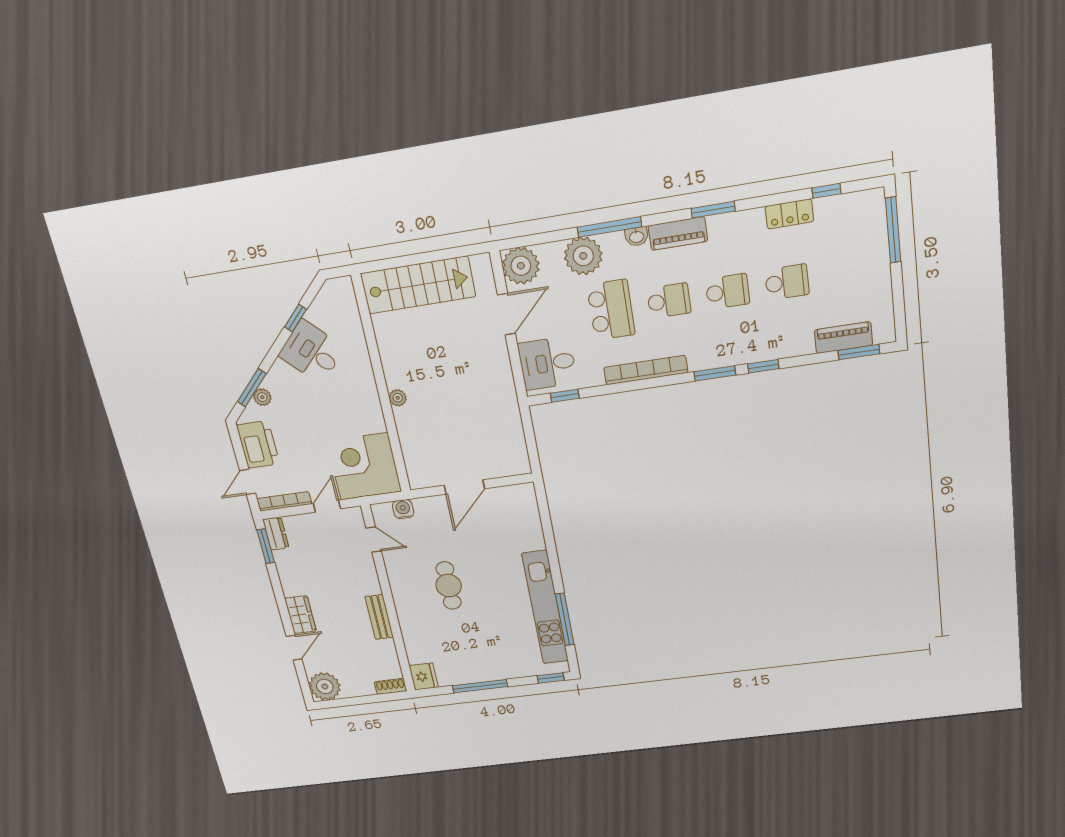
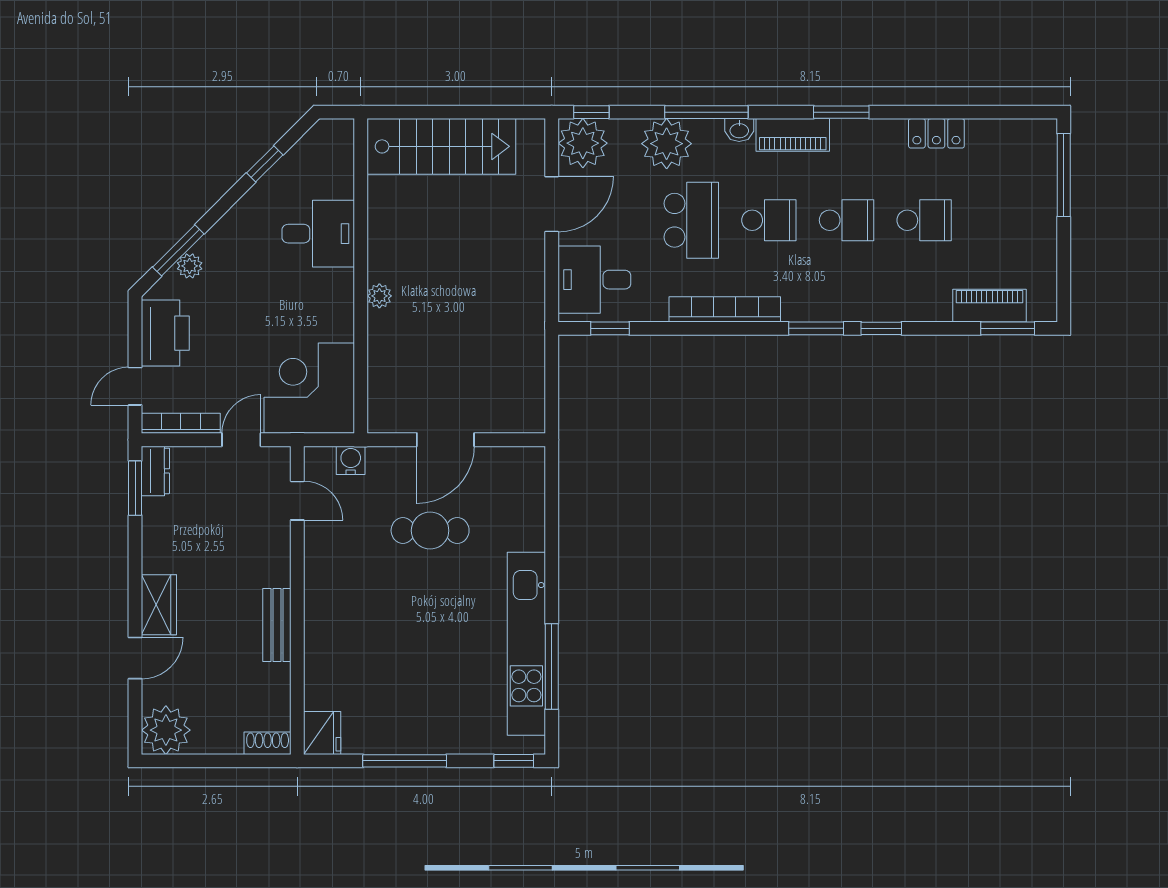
window: (826, 191) -> (591, 112), moved
desk: (312, 352) -> (318, 234), moved, turned 135
cafe table: (449, 586) -> (430, 531), moved, turned 90

